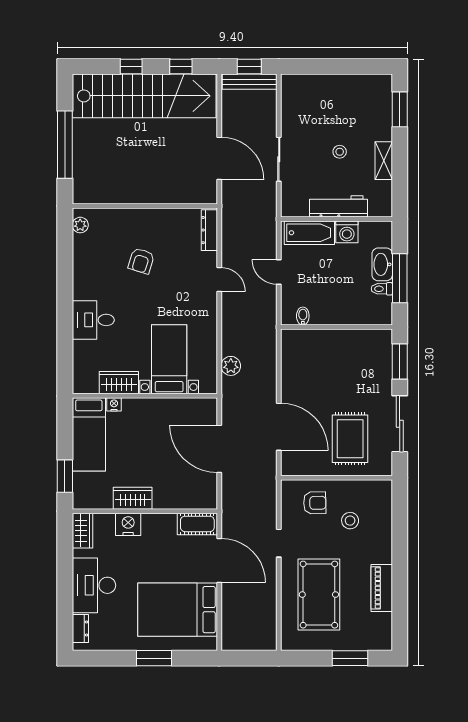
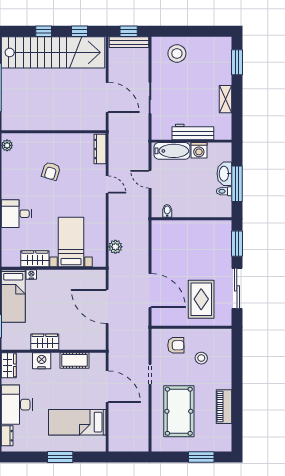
stool: (340, 152) -> (177, 54), moved, width x1.89, depth x1.89
cot: (197, 524) -> (75, 360), moved
bed: (178, 610) -> (77, 422), width x0.67

